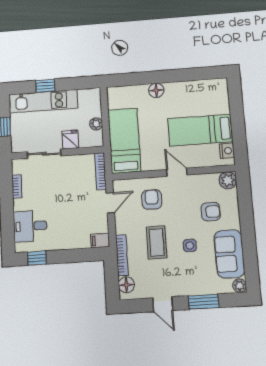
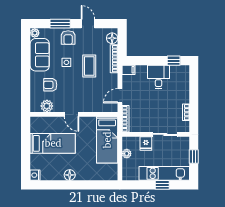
floor lamp: (156, 90) -> (70, 175), moved
nightstand: (227, 151) -> (35, 175), moved
plant: (228, 180) -> (47, 106), moved
armchair: (152, 199) -> (68, 38), moved
desk: (30, 226) -> (159, 77), moved, turned -90

